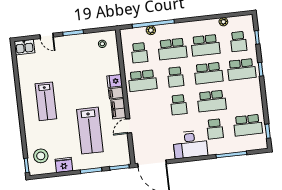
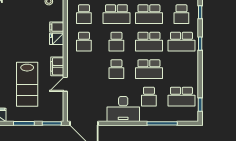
school desk: (143, 81) -> (84, 42), width x0.54
filing cabinet: (116, 93) -> (57, 27), moved

